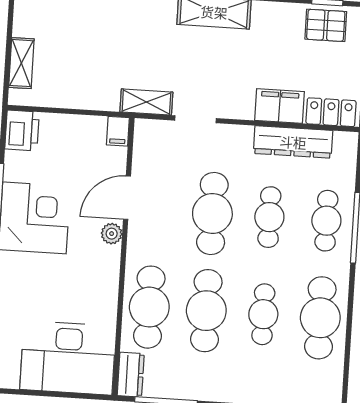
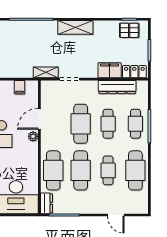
filing cabinet: (118, 131) -> (19, 87), moved

